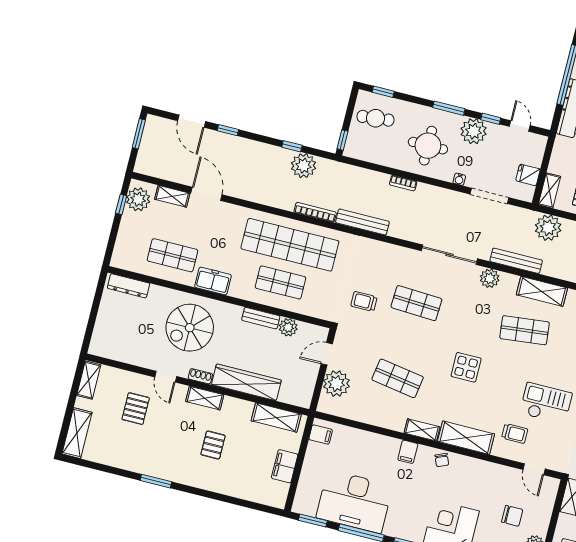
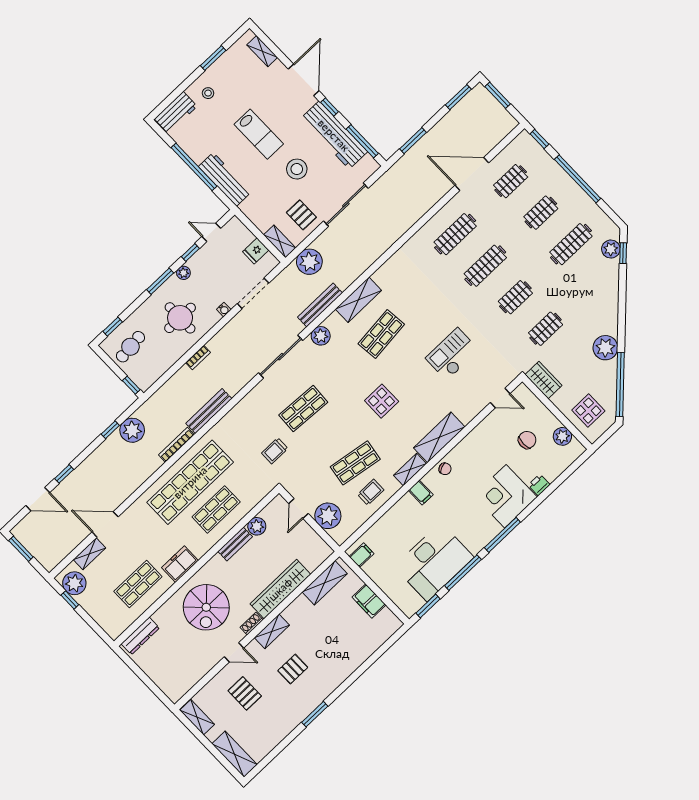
plant: (474, 131) -> (183, 273), width x0.53, depth x0.53
trolley: (515, 434) -> (371, 492), moved
pallet: (213, 445) -> (293, 669), moved, turned 90

